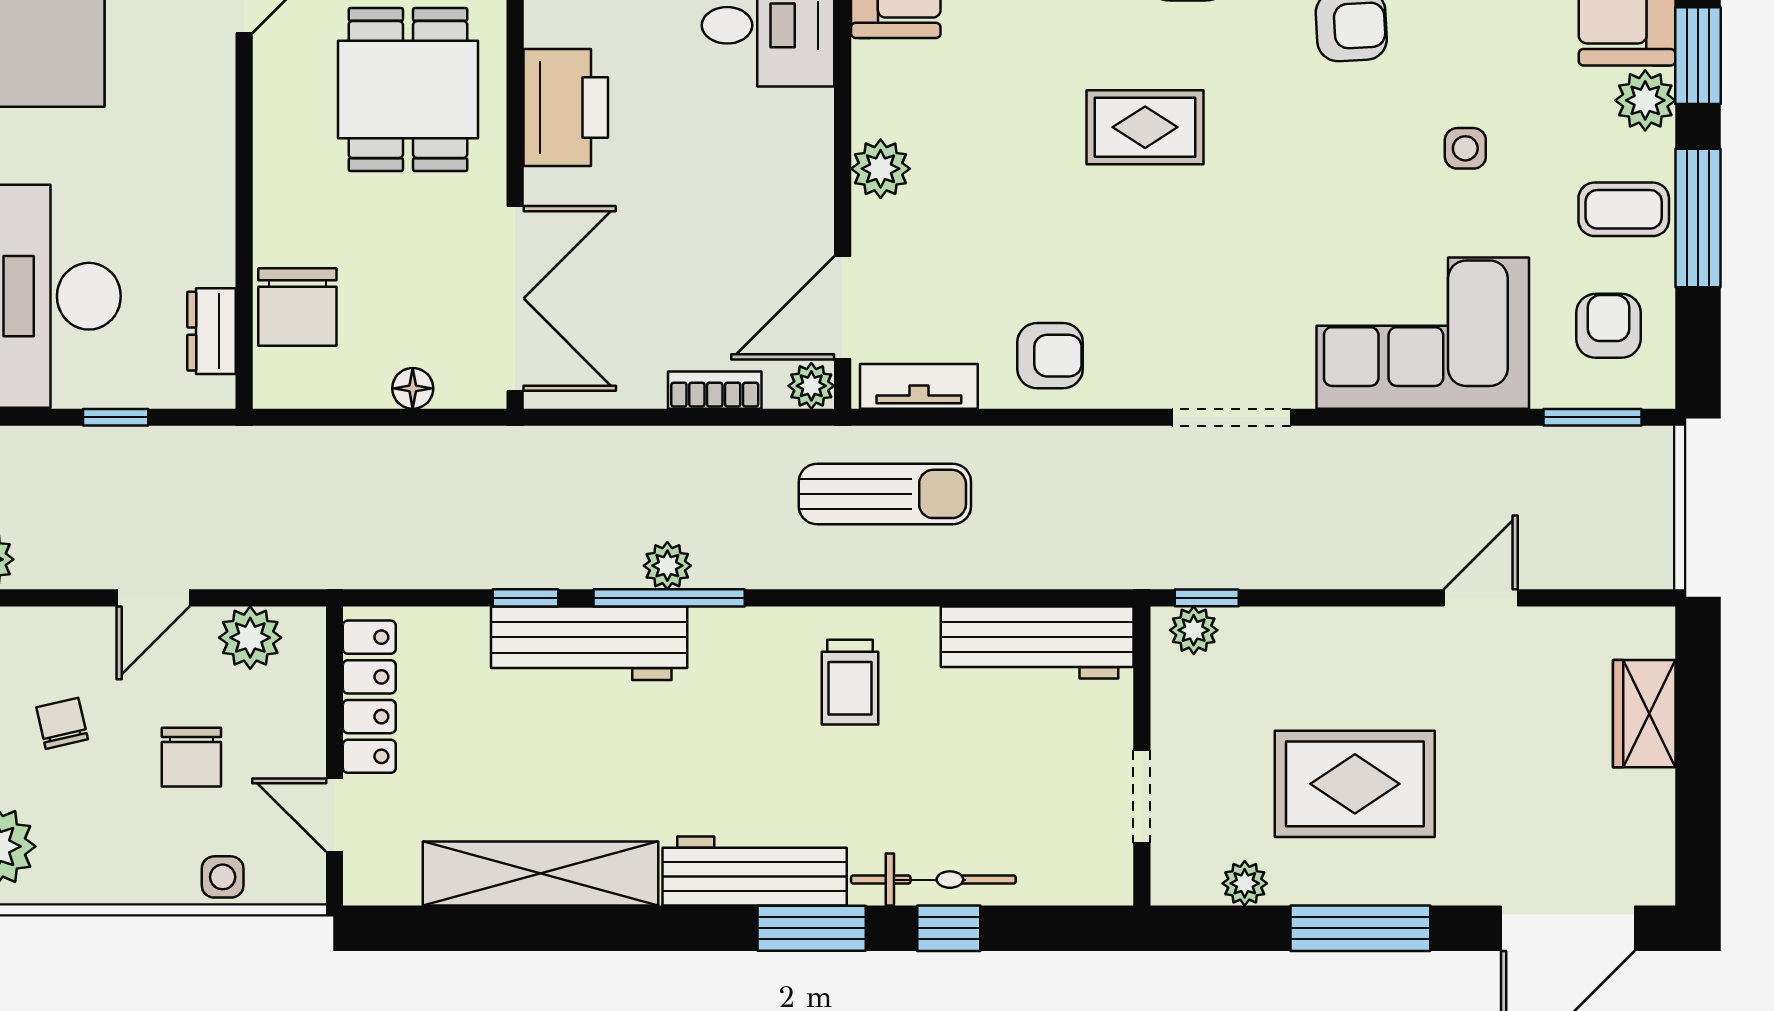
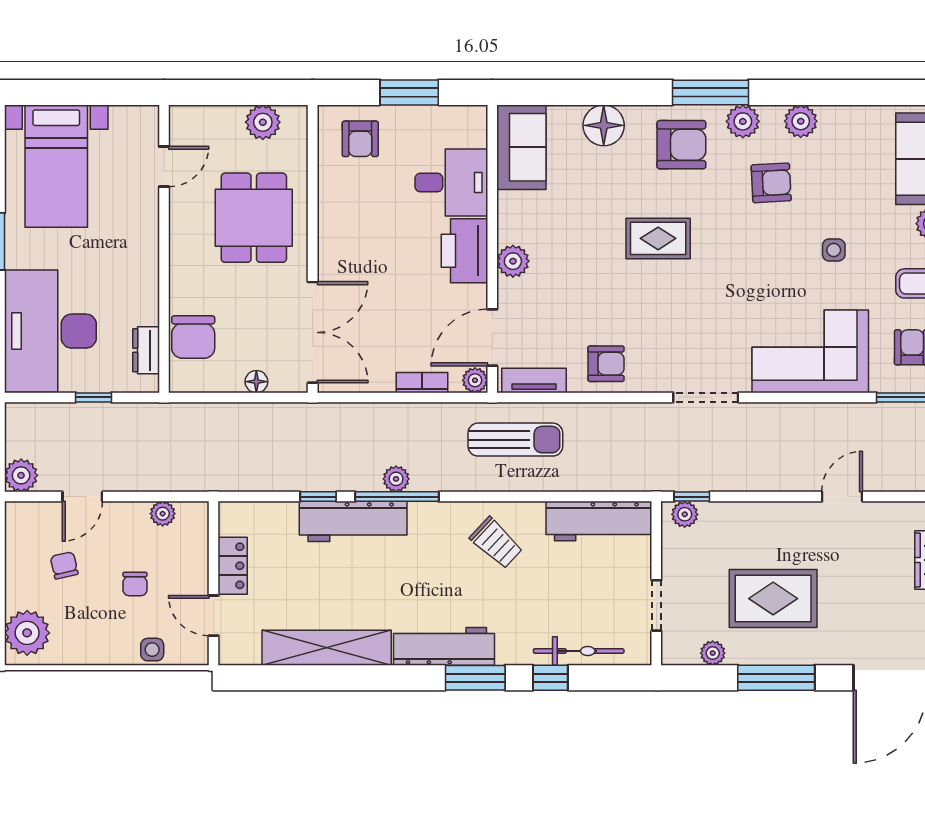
printer: (566, 107) -> (464, 251), moved, turned 180
door: (153, 598) -> (82, 497), moved
plant: (250, 638) -> (163, 514), width x0.73, depth x0.73
trolley: (850, 682) -> (496, 543), turned -47
locker: (369, 697) -> (233, 566), width x0.66
chair: (191, 757) -> (135, 584), width x0.73, depth x0.73
bicycle: (933, 880) -> (579, 651), moved

